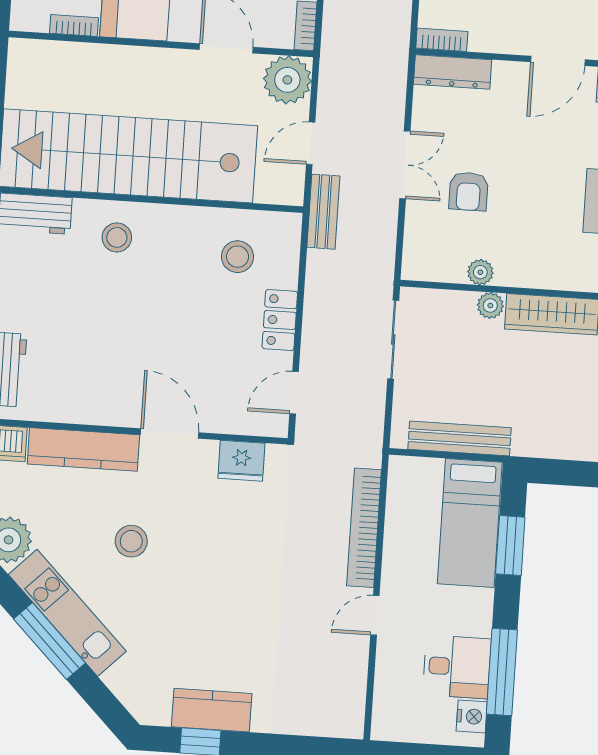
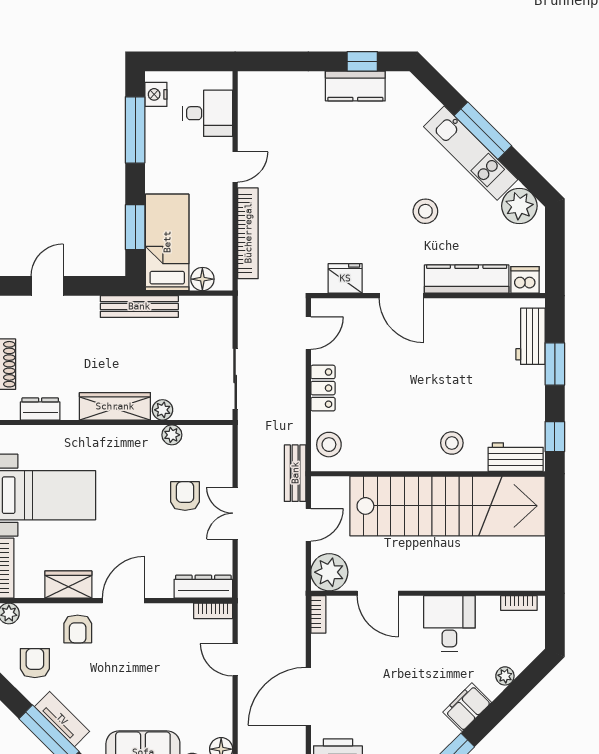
bookcase: (74, 25) -> (519, 603), moved
stool: (238, 257) -> (329, 445), moved
bench: (460, 439) -> (139, 306), moved
floor lamp: (427, 472) -> (202, 279), added
desk: (457, 667) -> (208, 113), moved, turned 180

